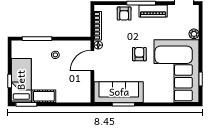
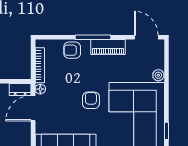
armchair: (124, 14) -> (72, 50), turned 90
dresser: (82, 45) -> (20, 89), added

